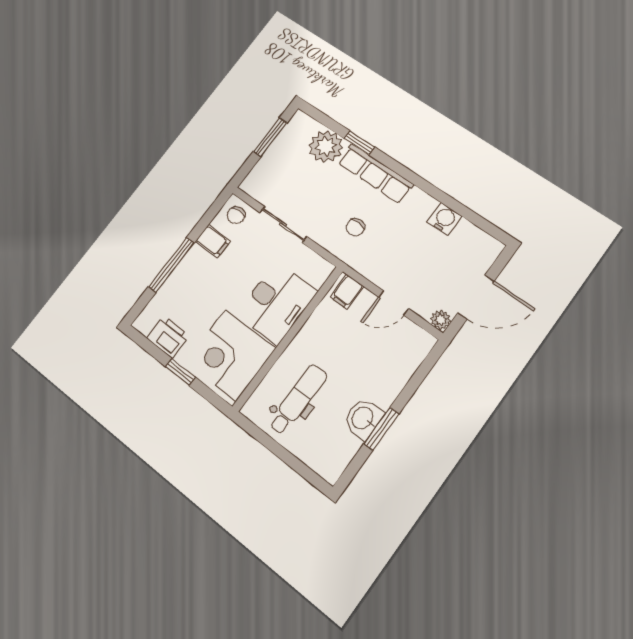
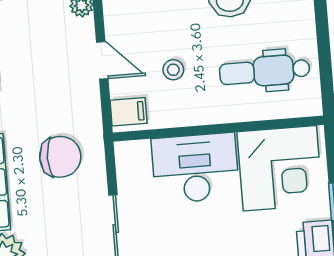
chair: (355, 227) -> (60, 157), width x1.87, depth x1.87
stool: (349, 342) -> (173, 70), added

